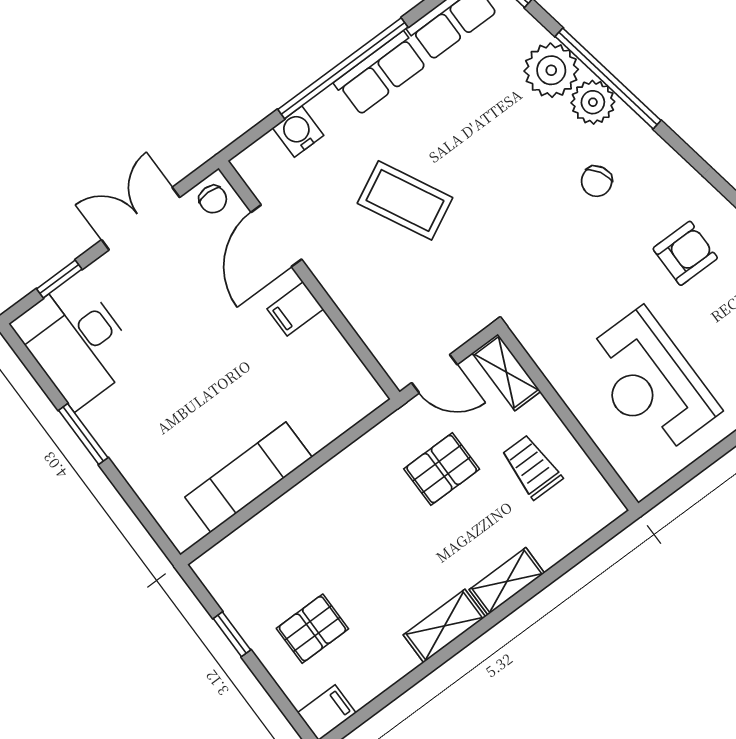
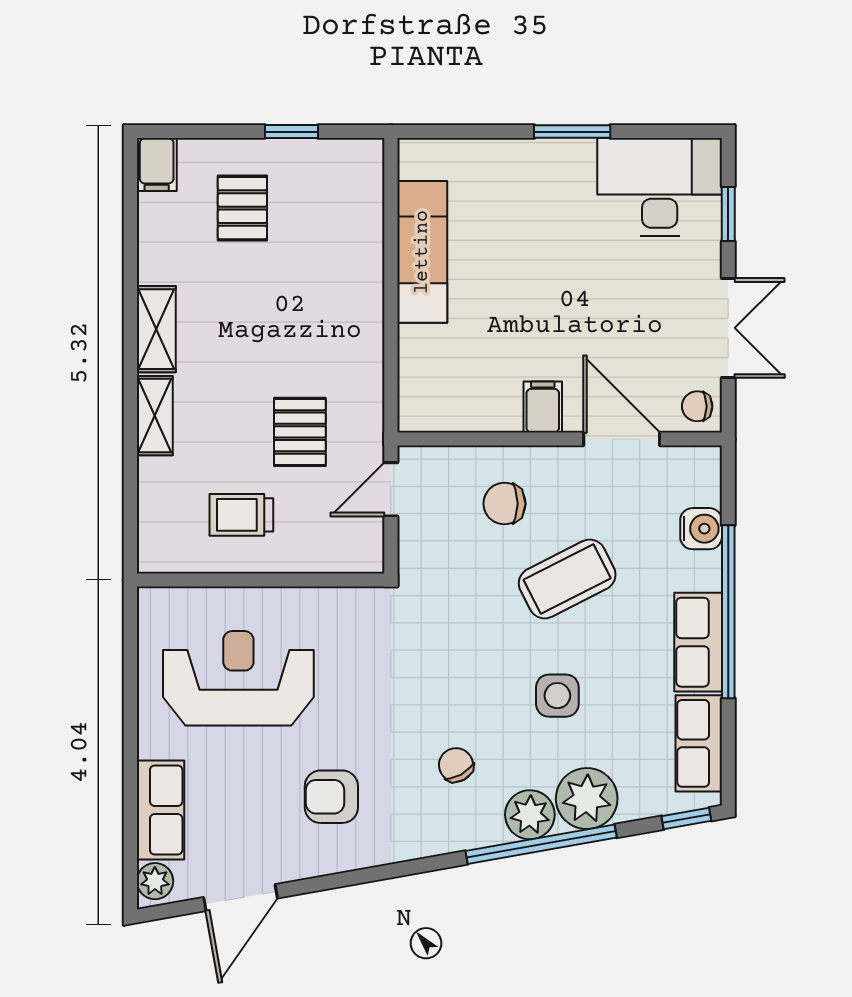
side table: (493, 146) -> (557, 696), added
armchair: (685, 253) -> (331, 797), turned 90
chair: (384, 285) -> (504, 504), added
shelving: (506, 372) -> (344, 555), removed
trolley: (532, 467) -> (241, 515), turned 180

